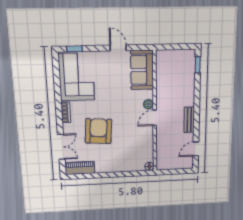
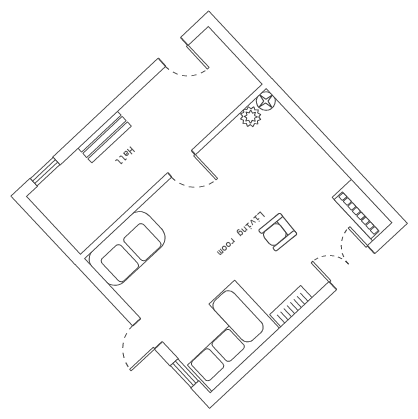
door: (118, 48) -> (147, 334), moved
plant: (148, 104) -> (251, 117), moved
bench: (189, 120) -> (104, 137), moved
armchair: (98, 131) -> (278, 232), width x0.53, depth x0.53

